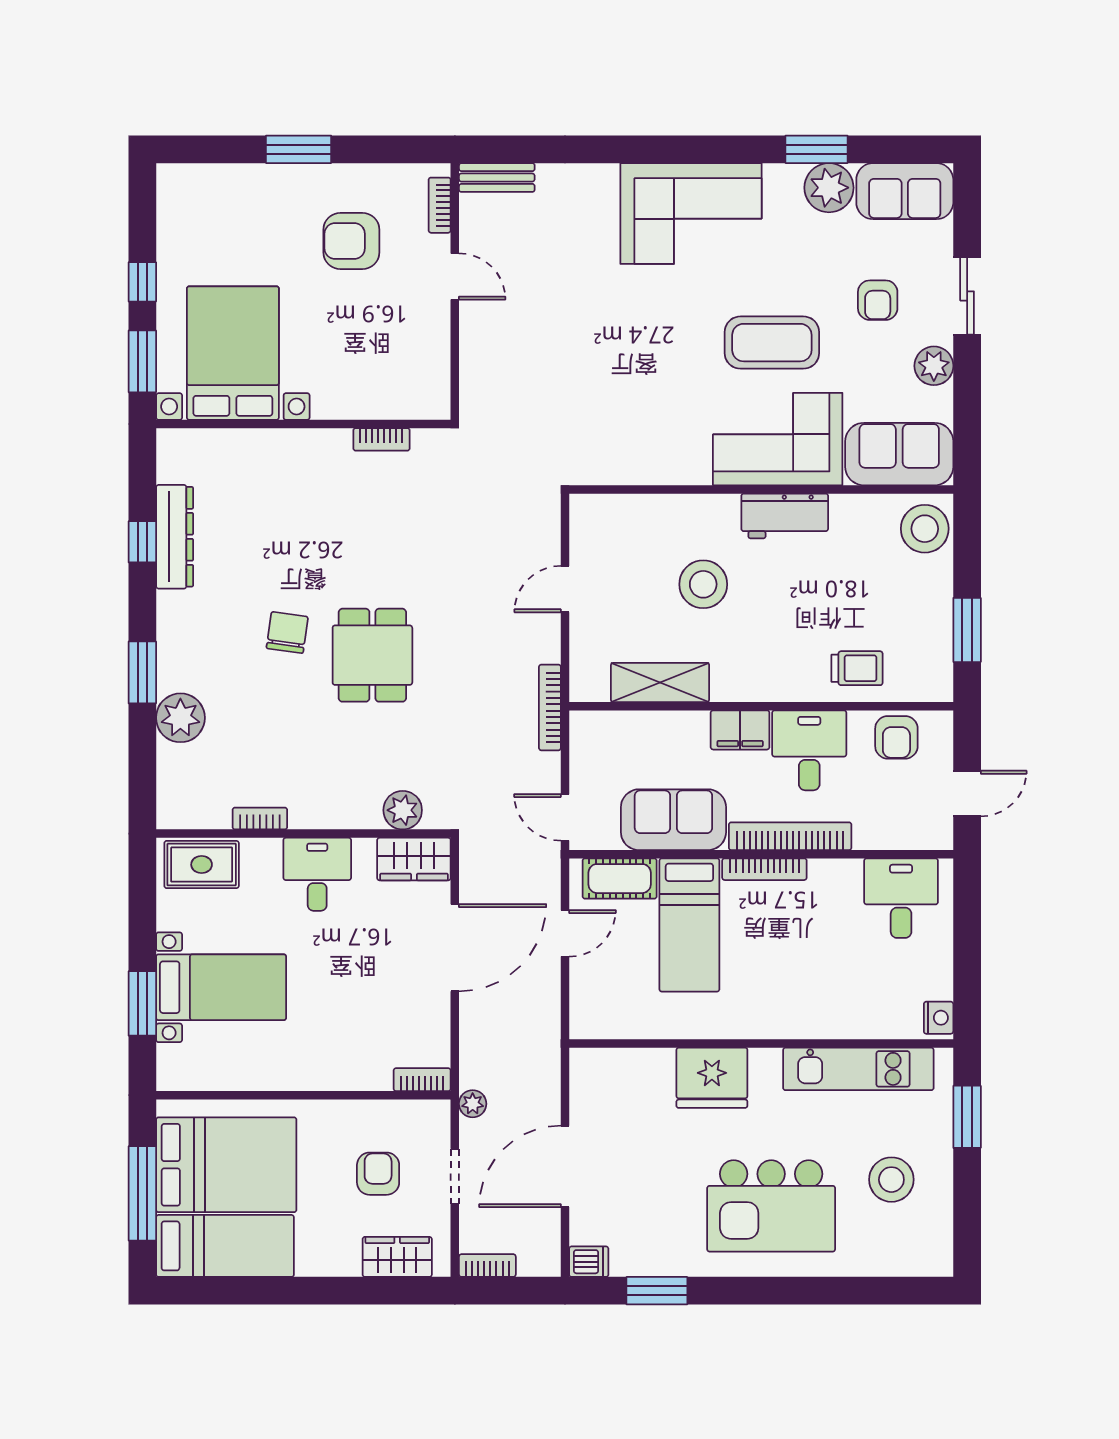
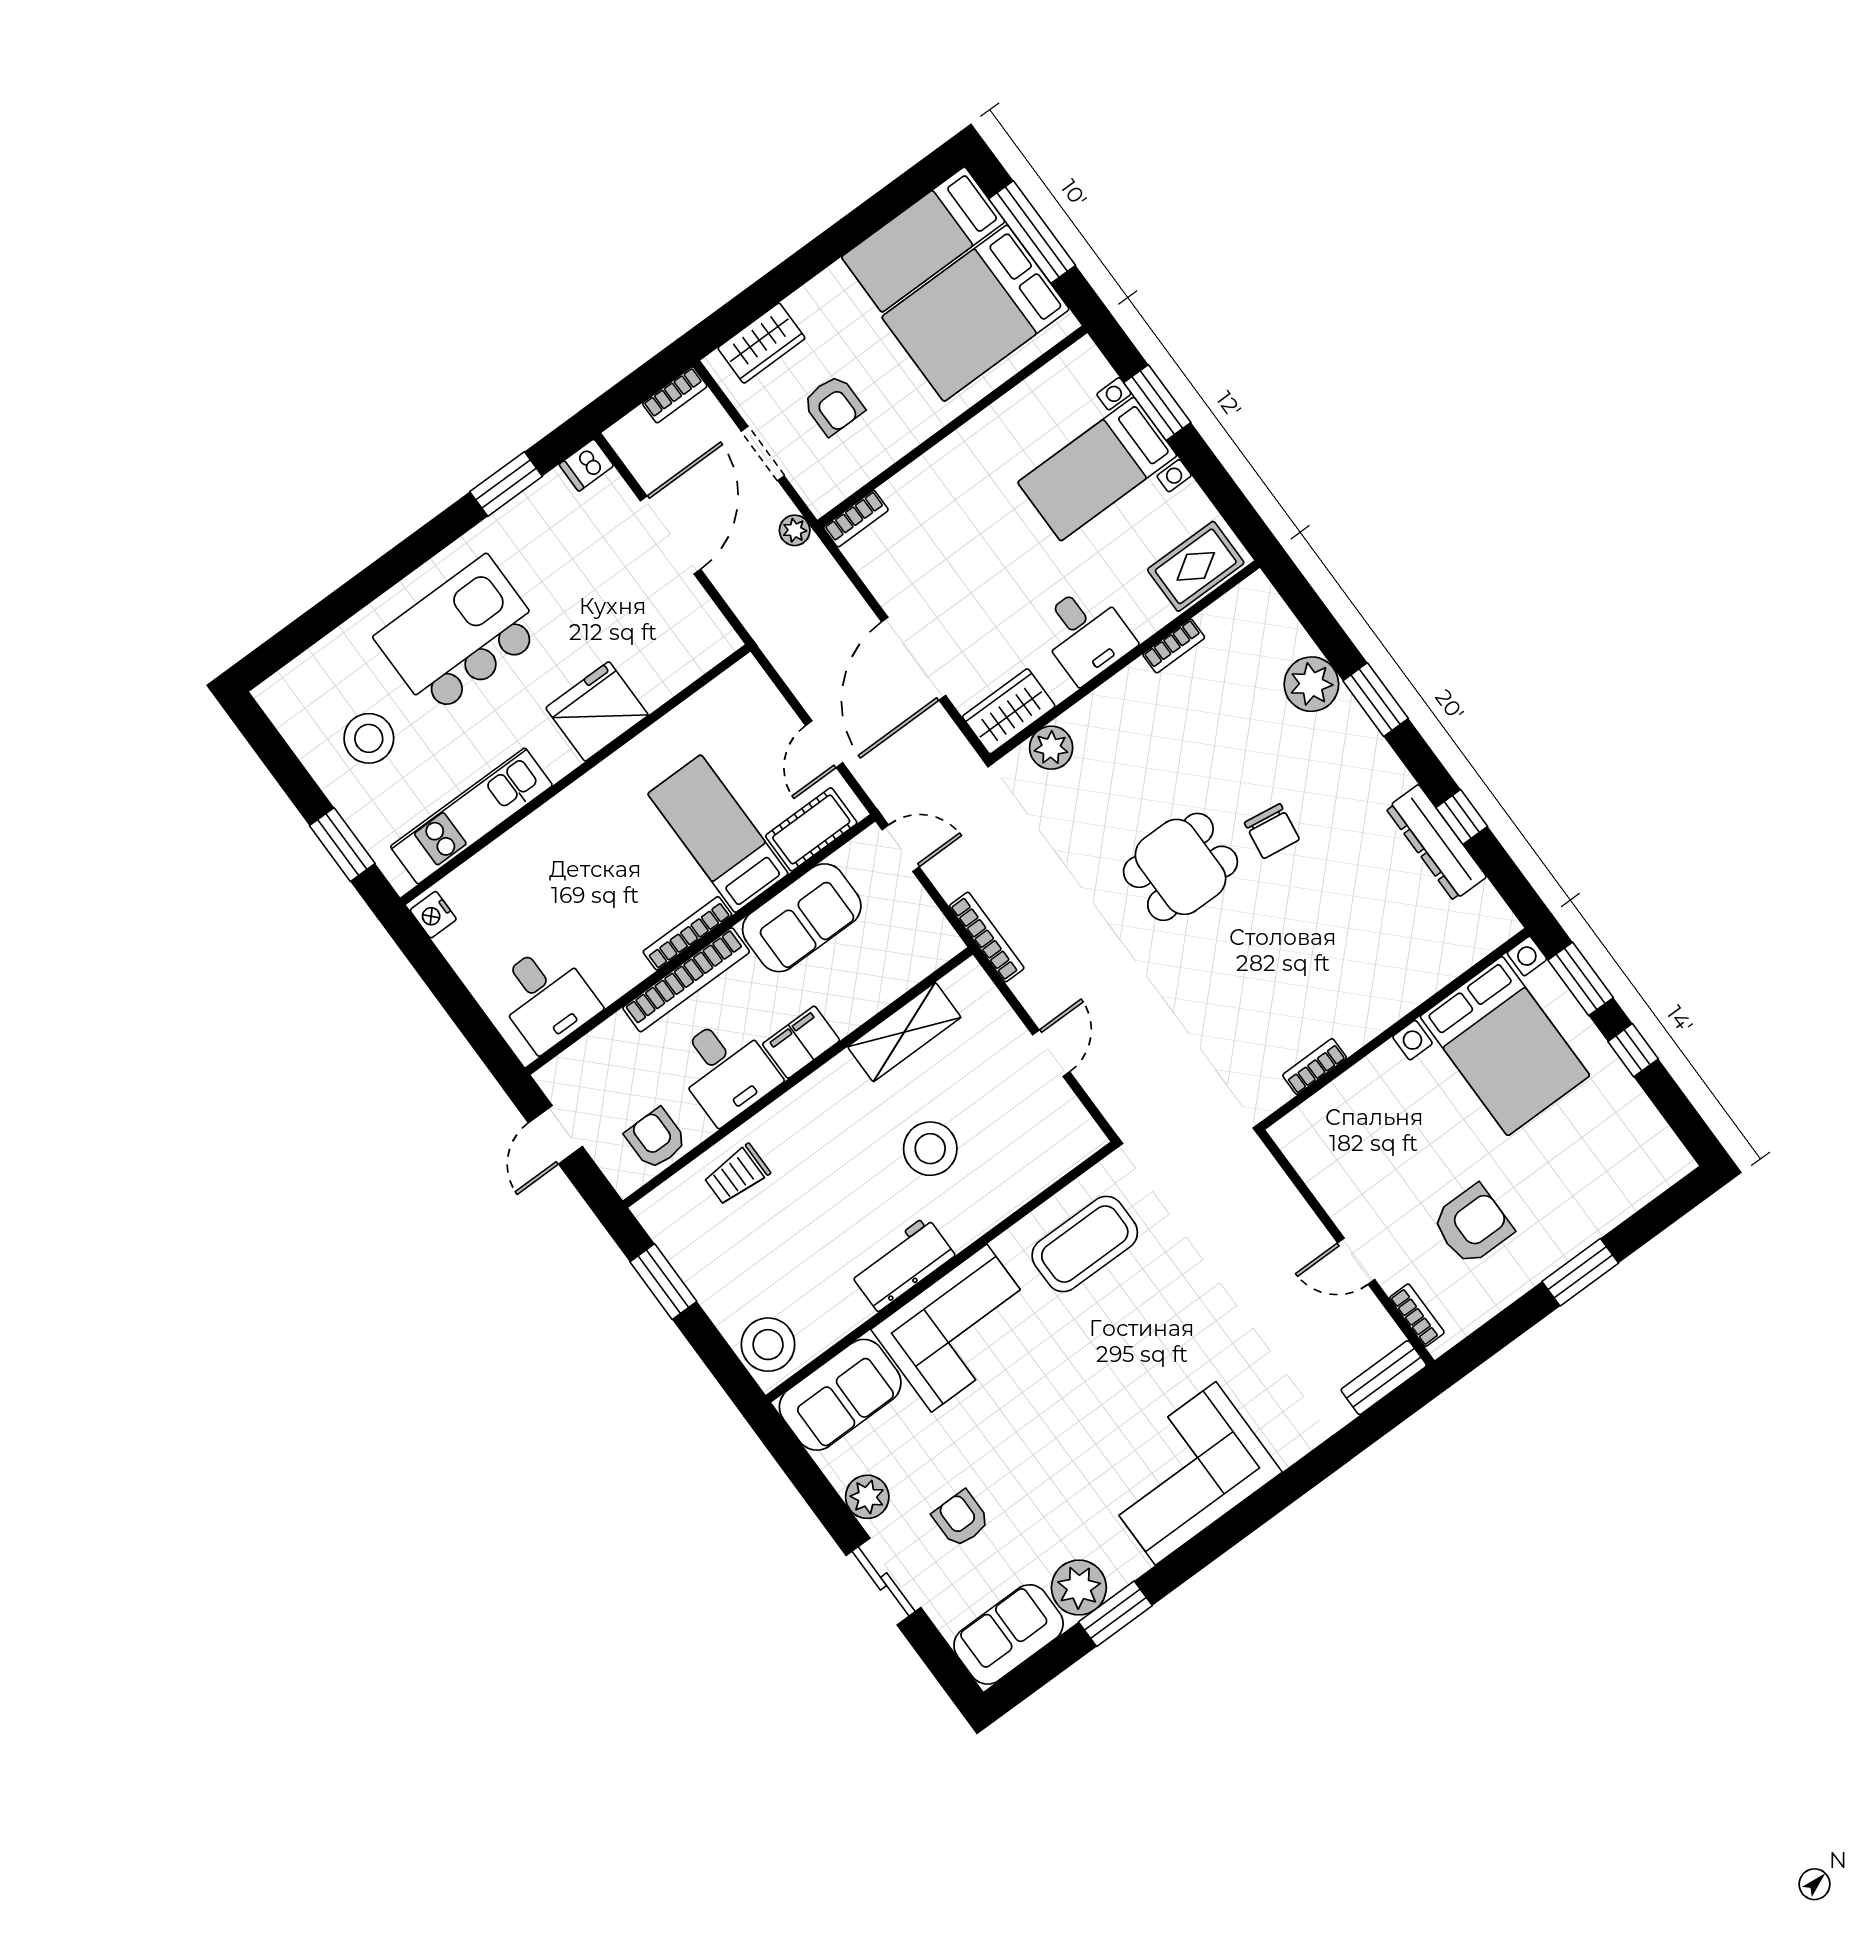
coffee table: (772, 343) -> (1085, 1244), moved
dining table: (372, 655) -> (1180, 867), turned 90

